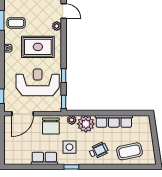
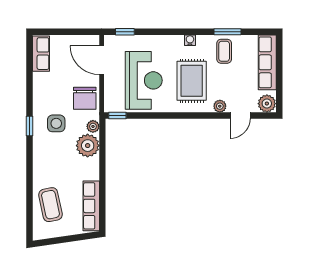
window: (64, 76) -> (153, 115), removed
row of seats: (114, 121) -> (91, 206), moved
chair: (51, 126) -> (85, 98), turned -90
wheelchair: (99, 151) -> (52, 163), removed
row of seats: (44, 158) -> (41, 54), moved

